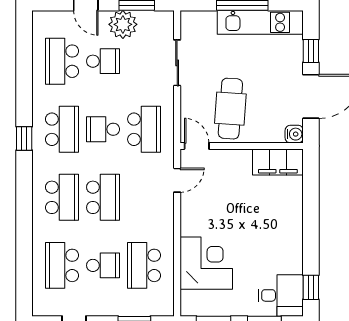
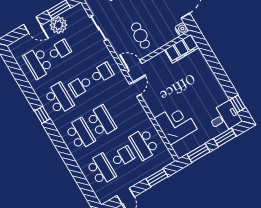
cafe table: (230, 109) -> (140, 36), width x0.73, depth x0.74
school desk: (144, 129) -> (102, 73), width x0.54
school desk: (62, 265) -> (101, 169), turned 180

